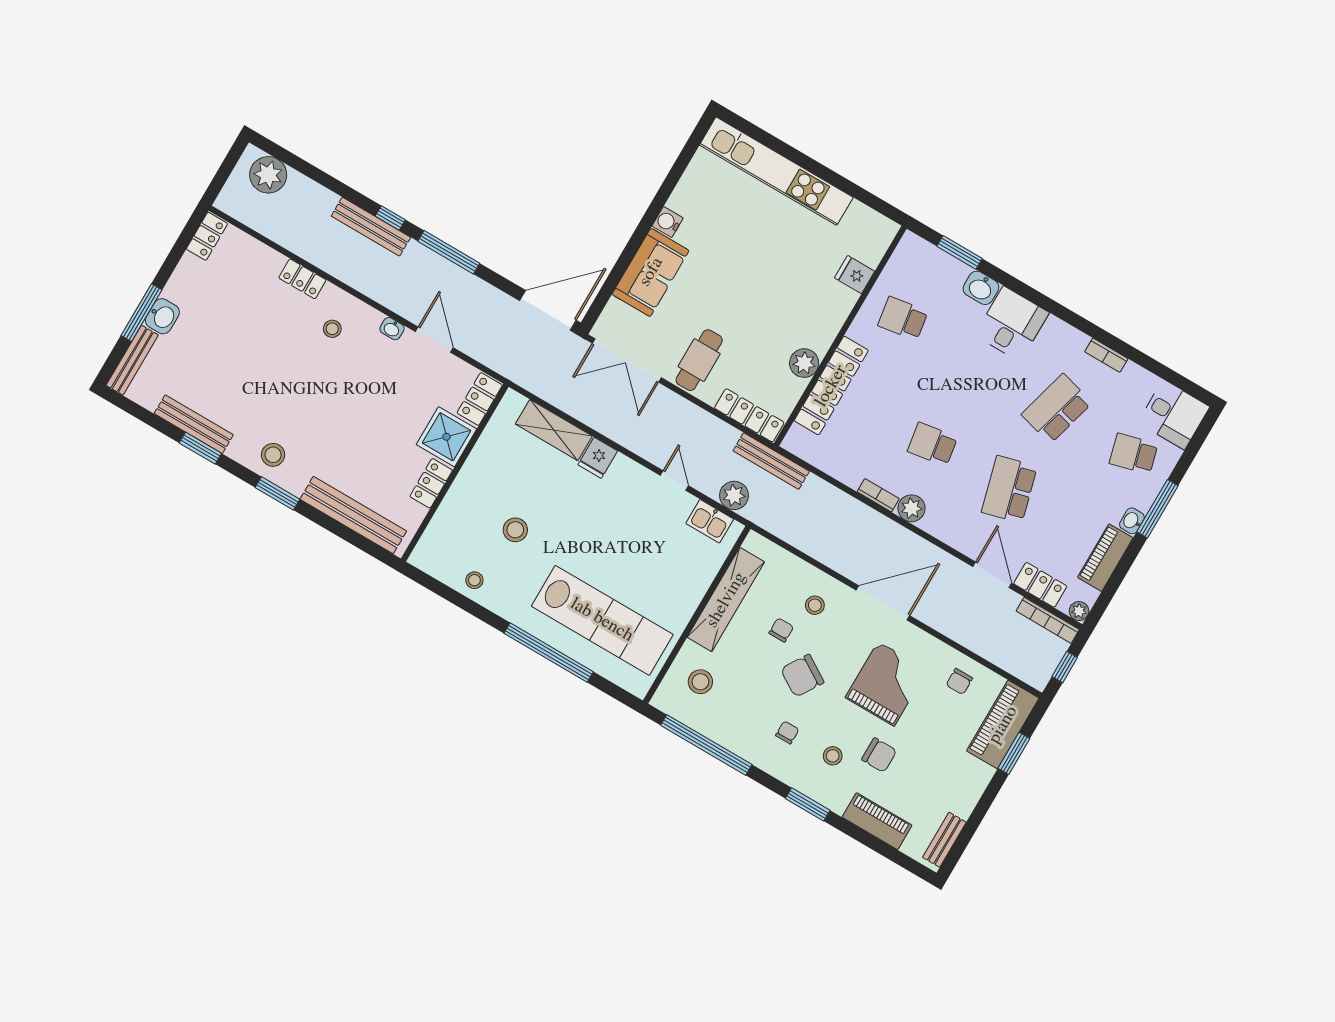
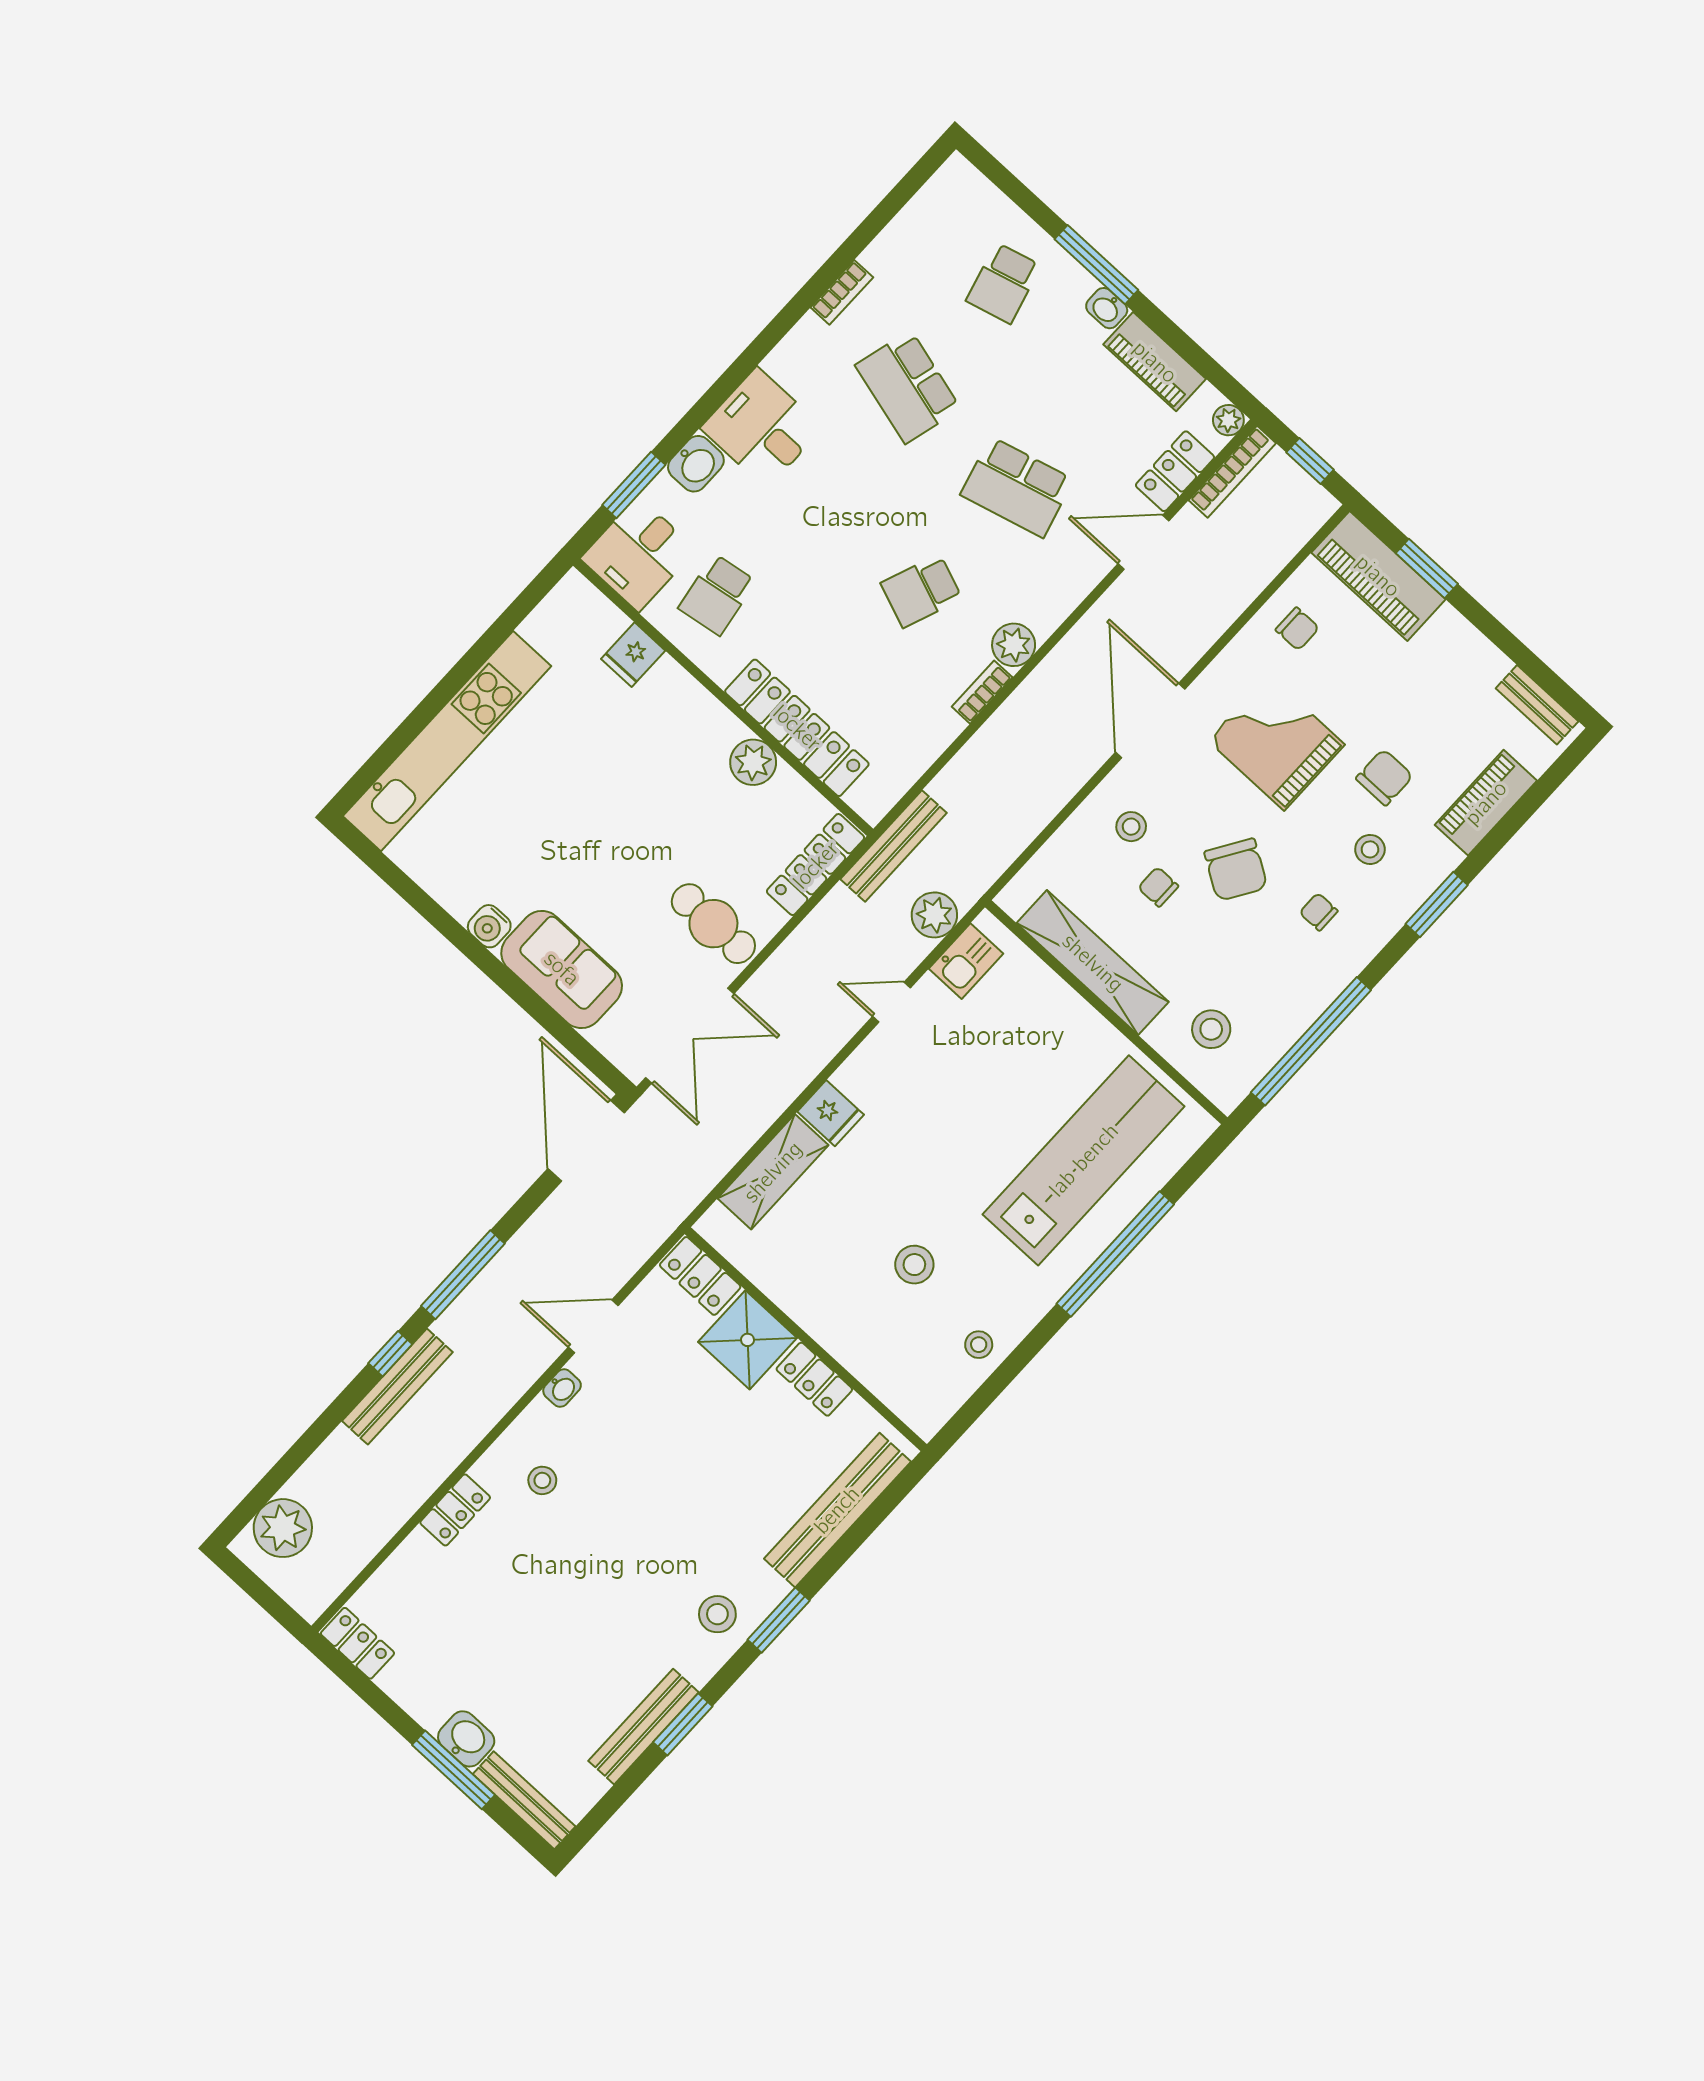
desk: (1174, 415) -> (638, 554), moved, turned 180
school desk: (932, 444) -> (921, 591), turned 30

